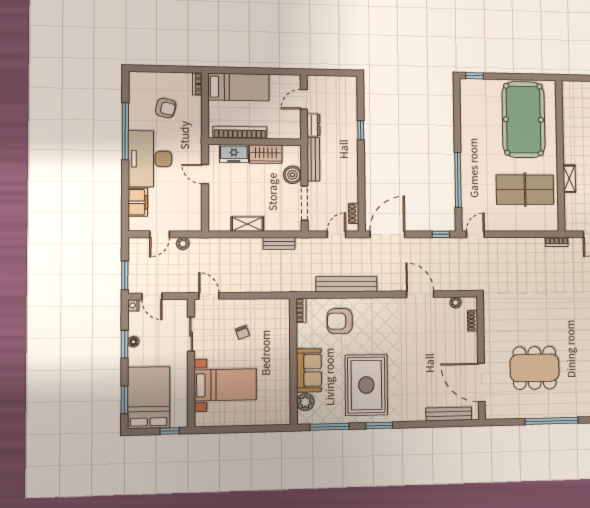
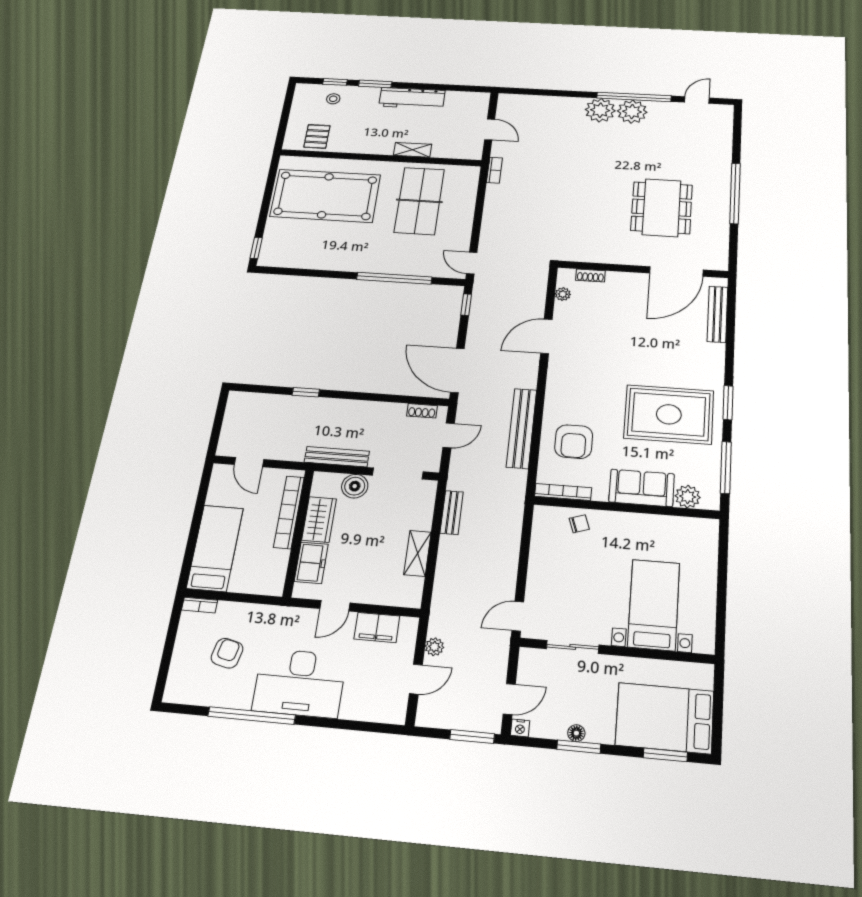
pallet: (575, 105) -> (317, 136), added
dresser: (313, 125) -> (288, 453), removed
bookcase: (240, 132) -> (289, 512), moved
filing cabinet: (138, 202) -> (377, 627), moved, turned 180
door: (160, 234) -> (416, 679), hinge flipped
door: (337, 234) -> (449, 435), swing flipped
bookcase: (301, 310) -> (563, 492), width x1.56
chair: (242, 332) -> (579, 524), moved
window: (170, 431) -> (718, 691), removed

